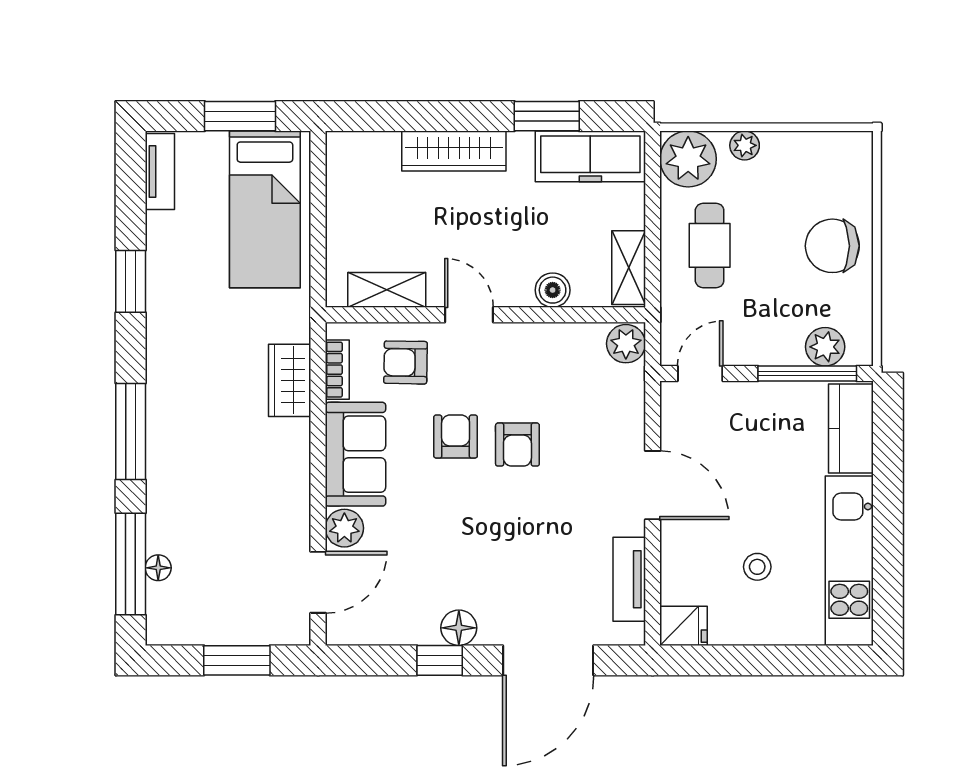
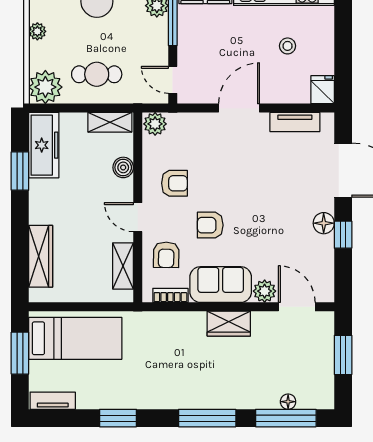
plant: (745, 145) -> (37, 31), moved
wardrobe: (454, 151) -> (41, 256), moved
door: (469, 315) -> (138, 217), hinge flipped
wardrobe: (290, 380) -> (229, 324), moved
armchair: (517, 445) -> (174, 183), moved

